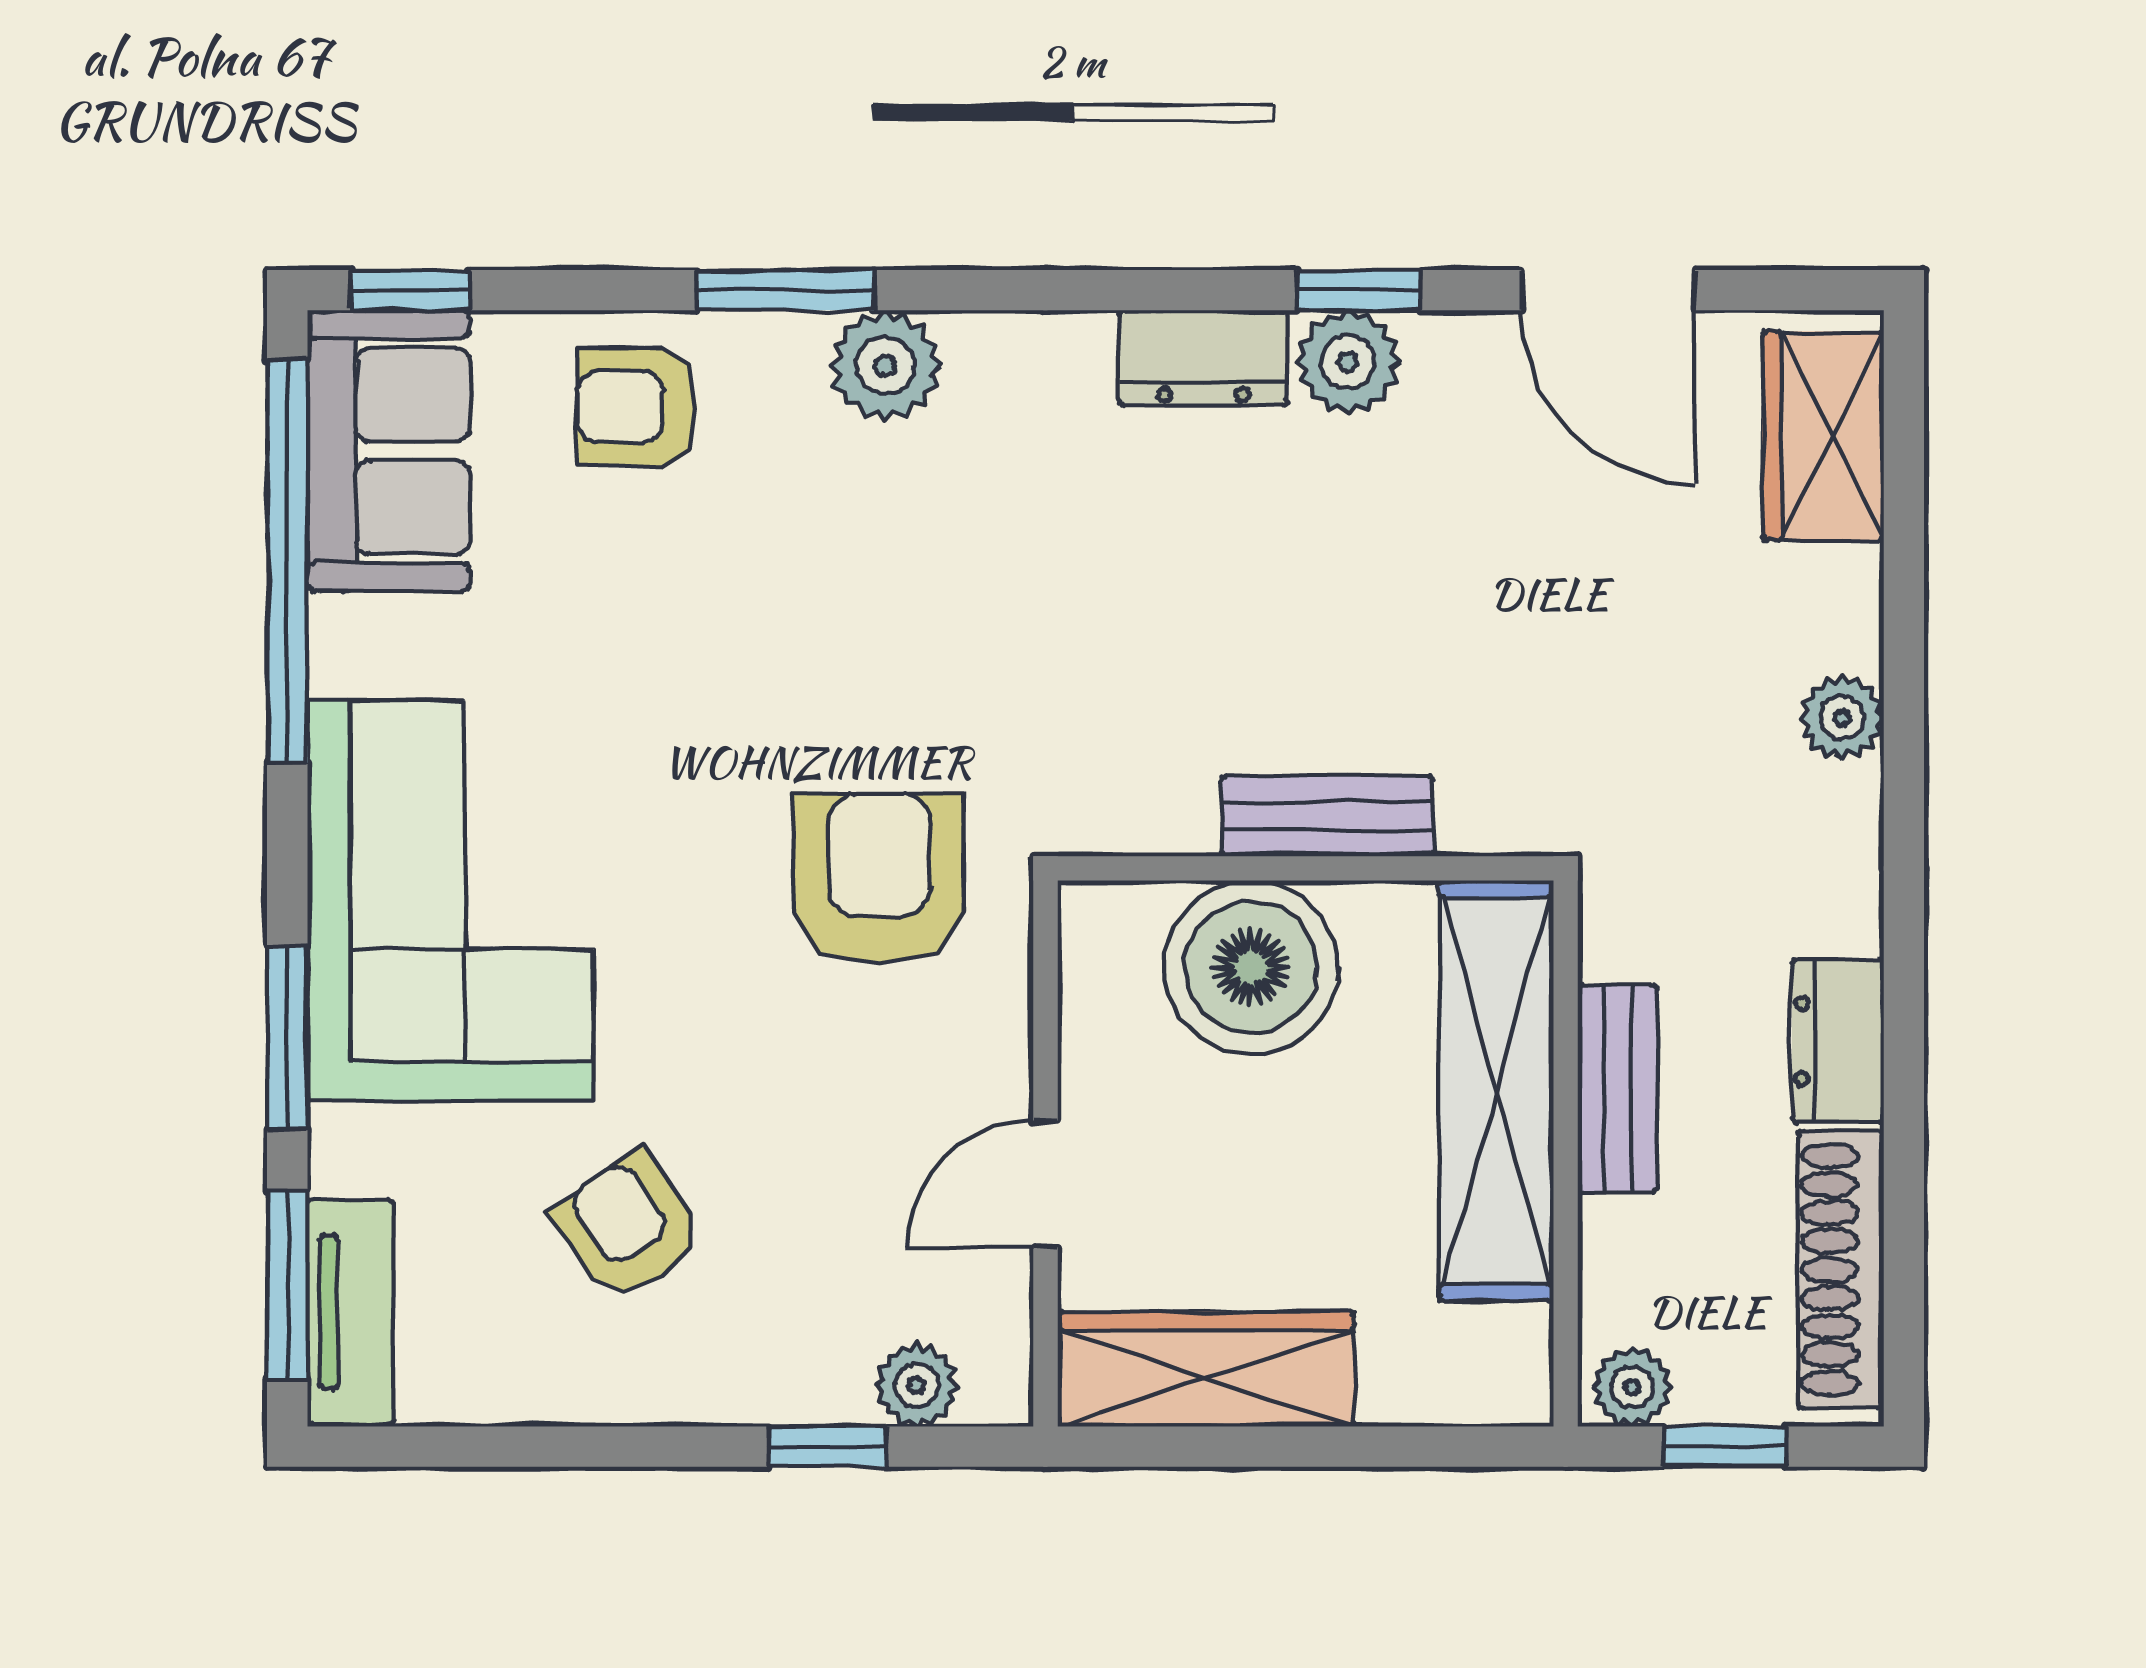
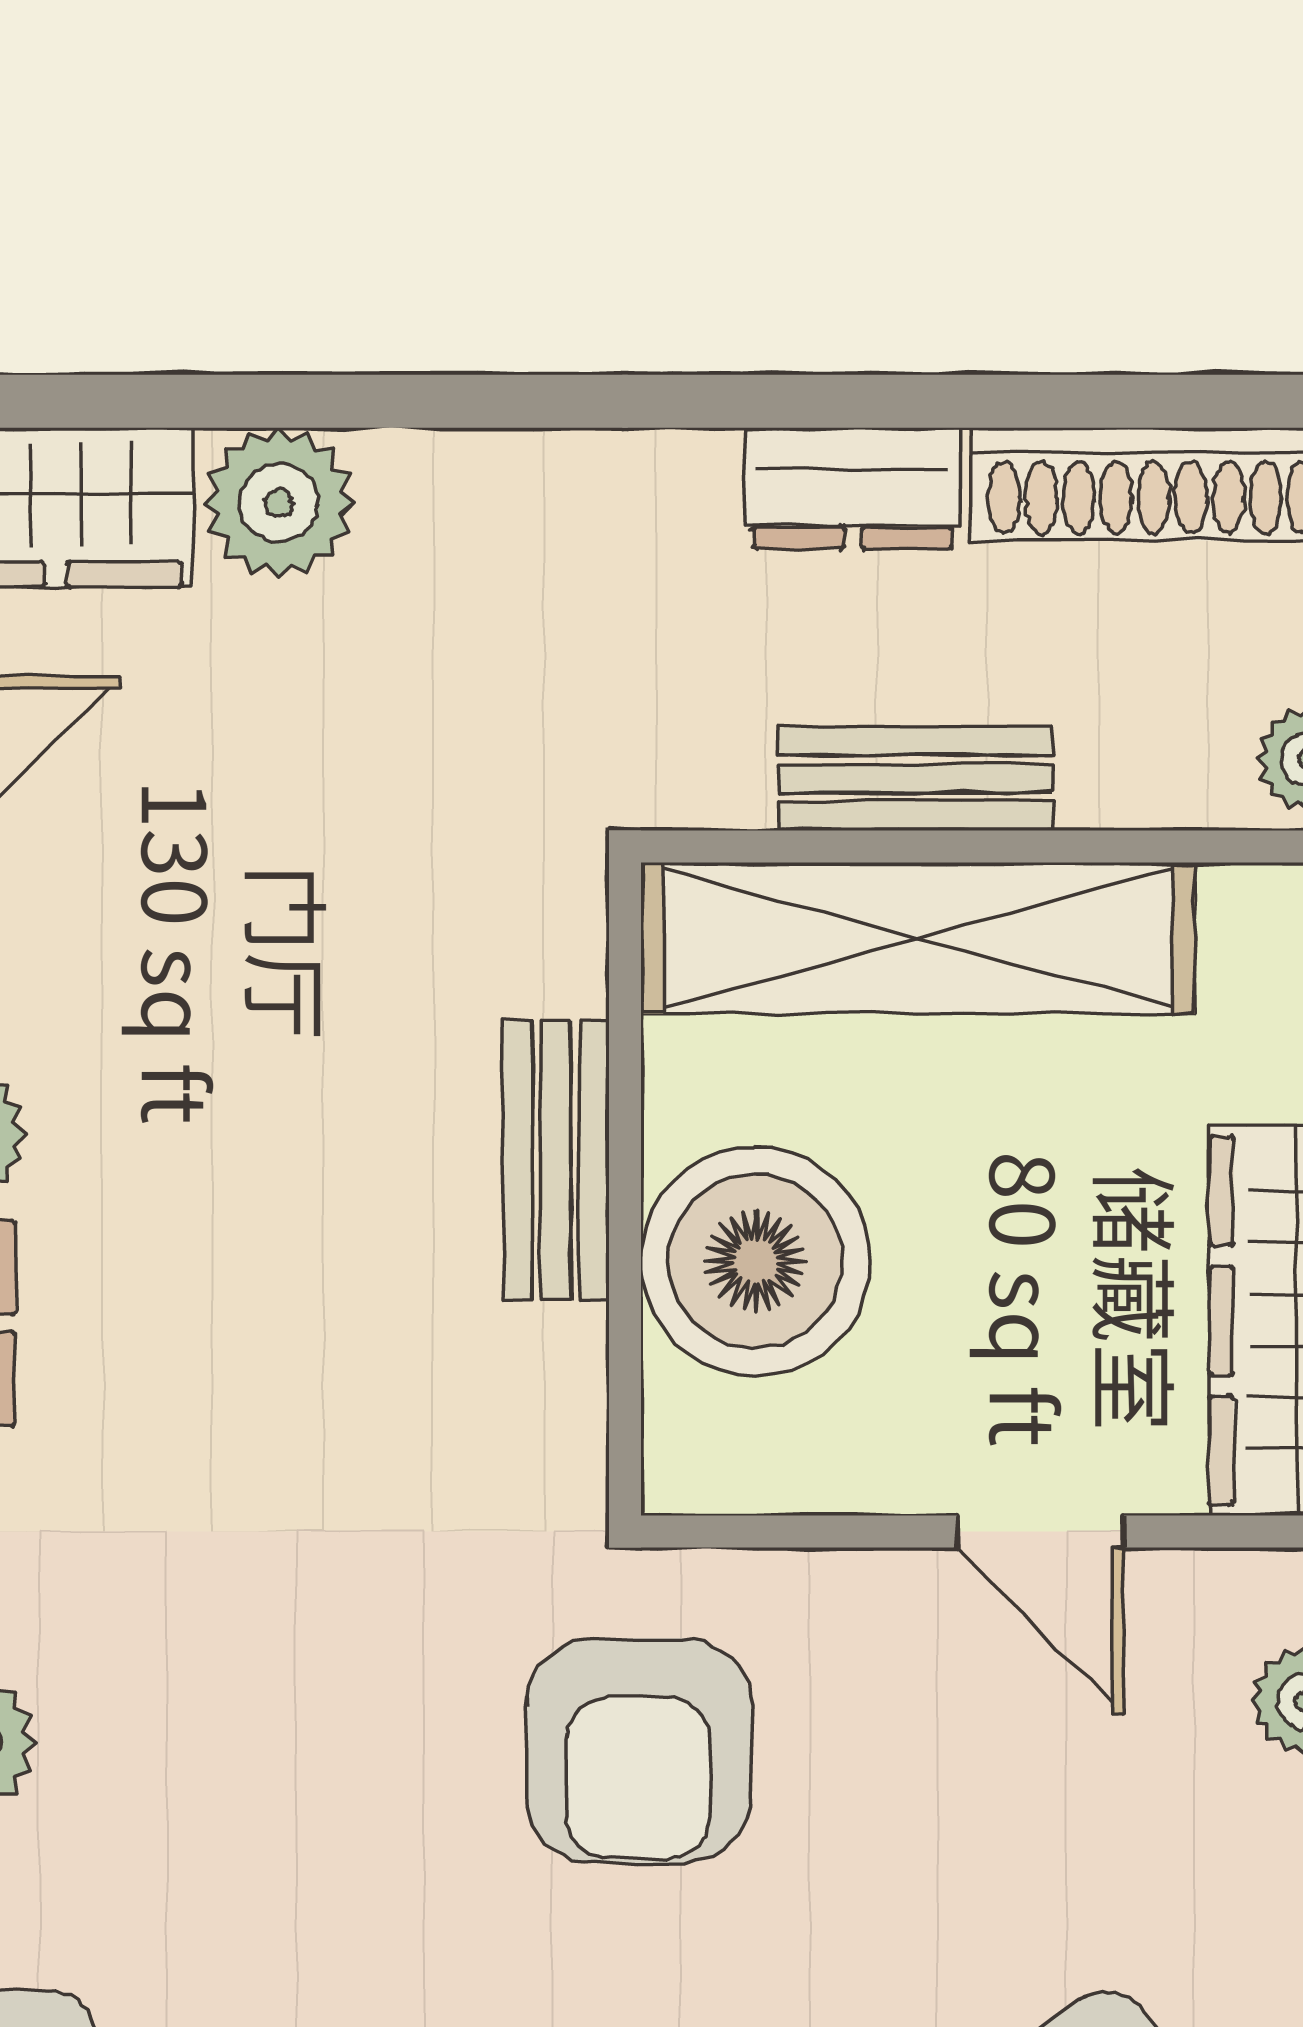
plant: (1842, 718) -> (279, 503), moved, width x1.38, depth x1.38
armchair: (879, 879) -> (638, 1751), turned -90

